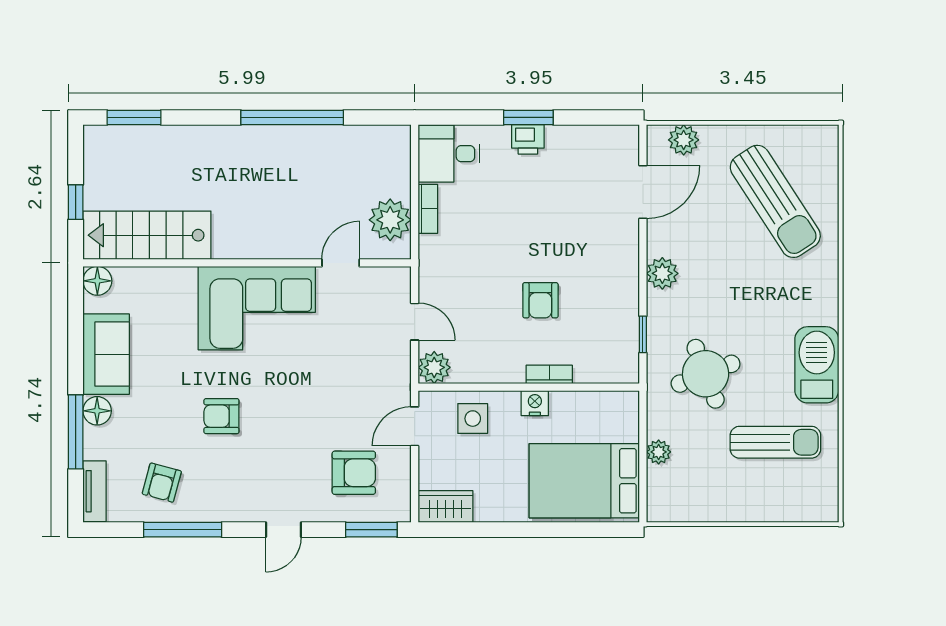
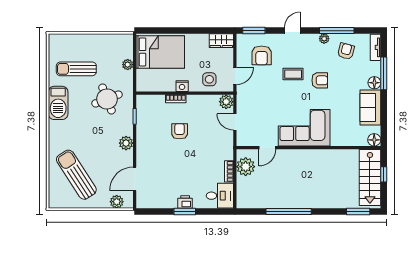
stairs: (147, 235) -> (370, 177), moved, turned 90
coffee table: (282, 430) -> (293, 74), added
armchair: (354, 473) -> (262, 55), turned -90
plant: (211, 511) -> (324, 39), added

